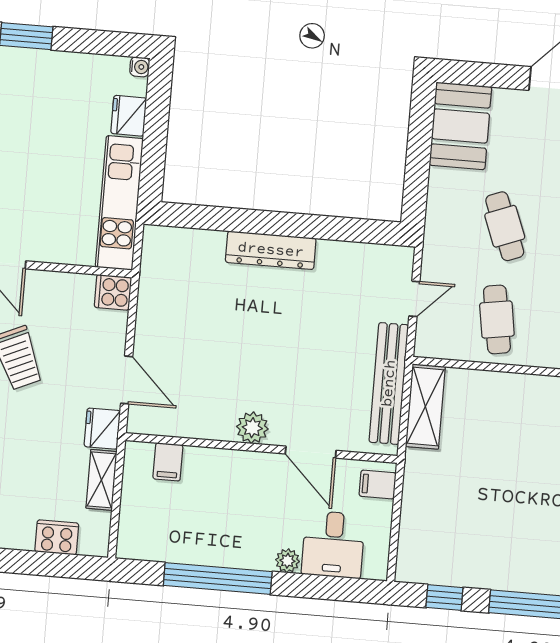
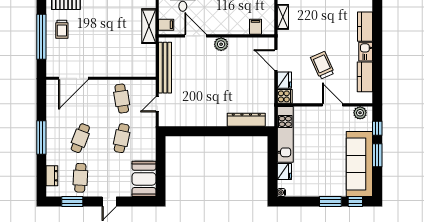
cafe table: (505, 226) -> (122, 138), turned 33
dresser: (271, 250) -> (246, 120), moved
shelving: (425, 407) -> (149, 26), moved
fridge: (102, 429) -> (284, 80), moved

